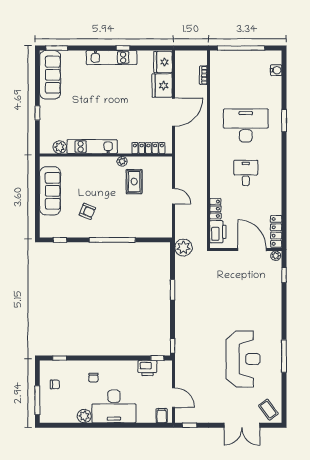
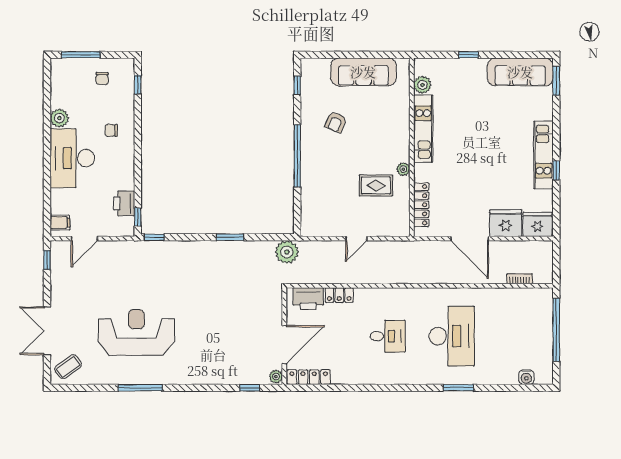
reception desk: (243, 359) -> (136, 332), turned 180

